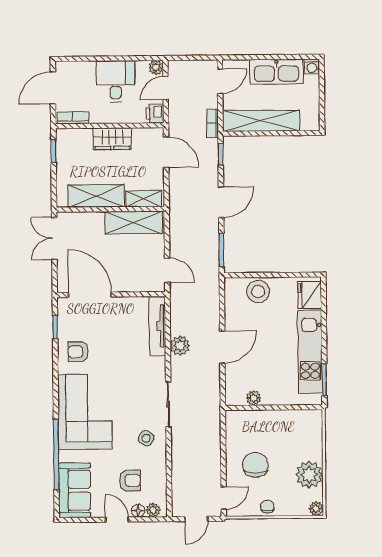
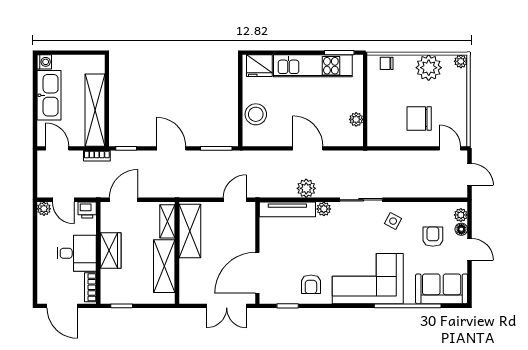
desk: (116, 81) -> (77, 253), moved, turned 180
double door: (54, 238) -> (227, 306), moved
plant: (158, 365) -> (324, 209), added
chair: (267, 507) -> (387, 63), moved
door: (117, 520) -> (470, 249), swing flipped

